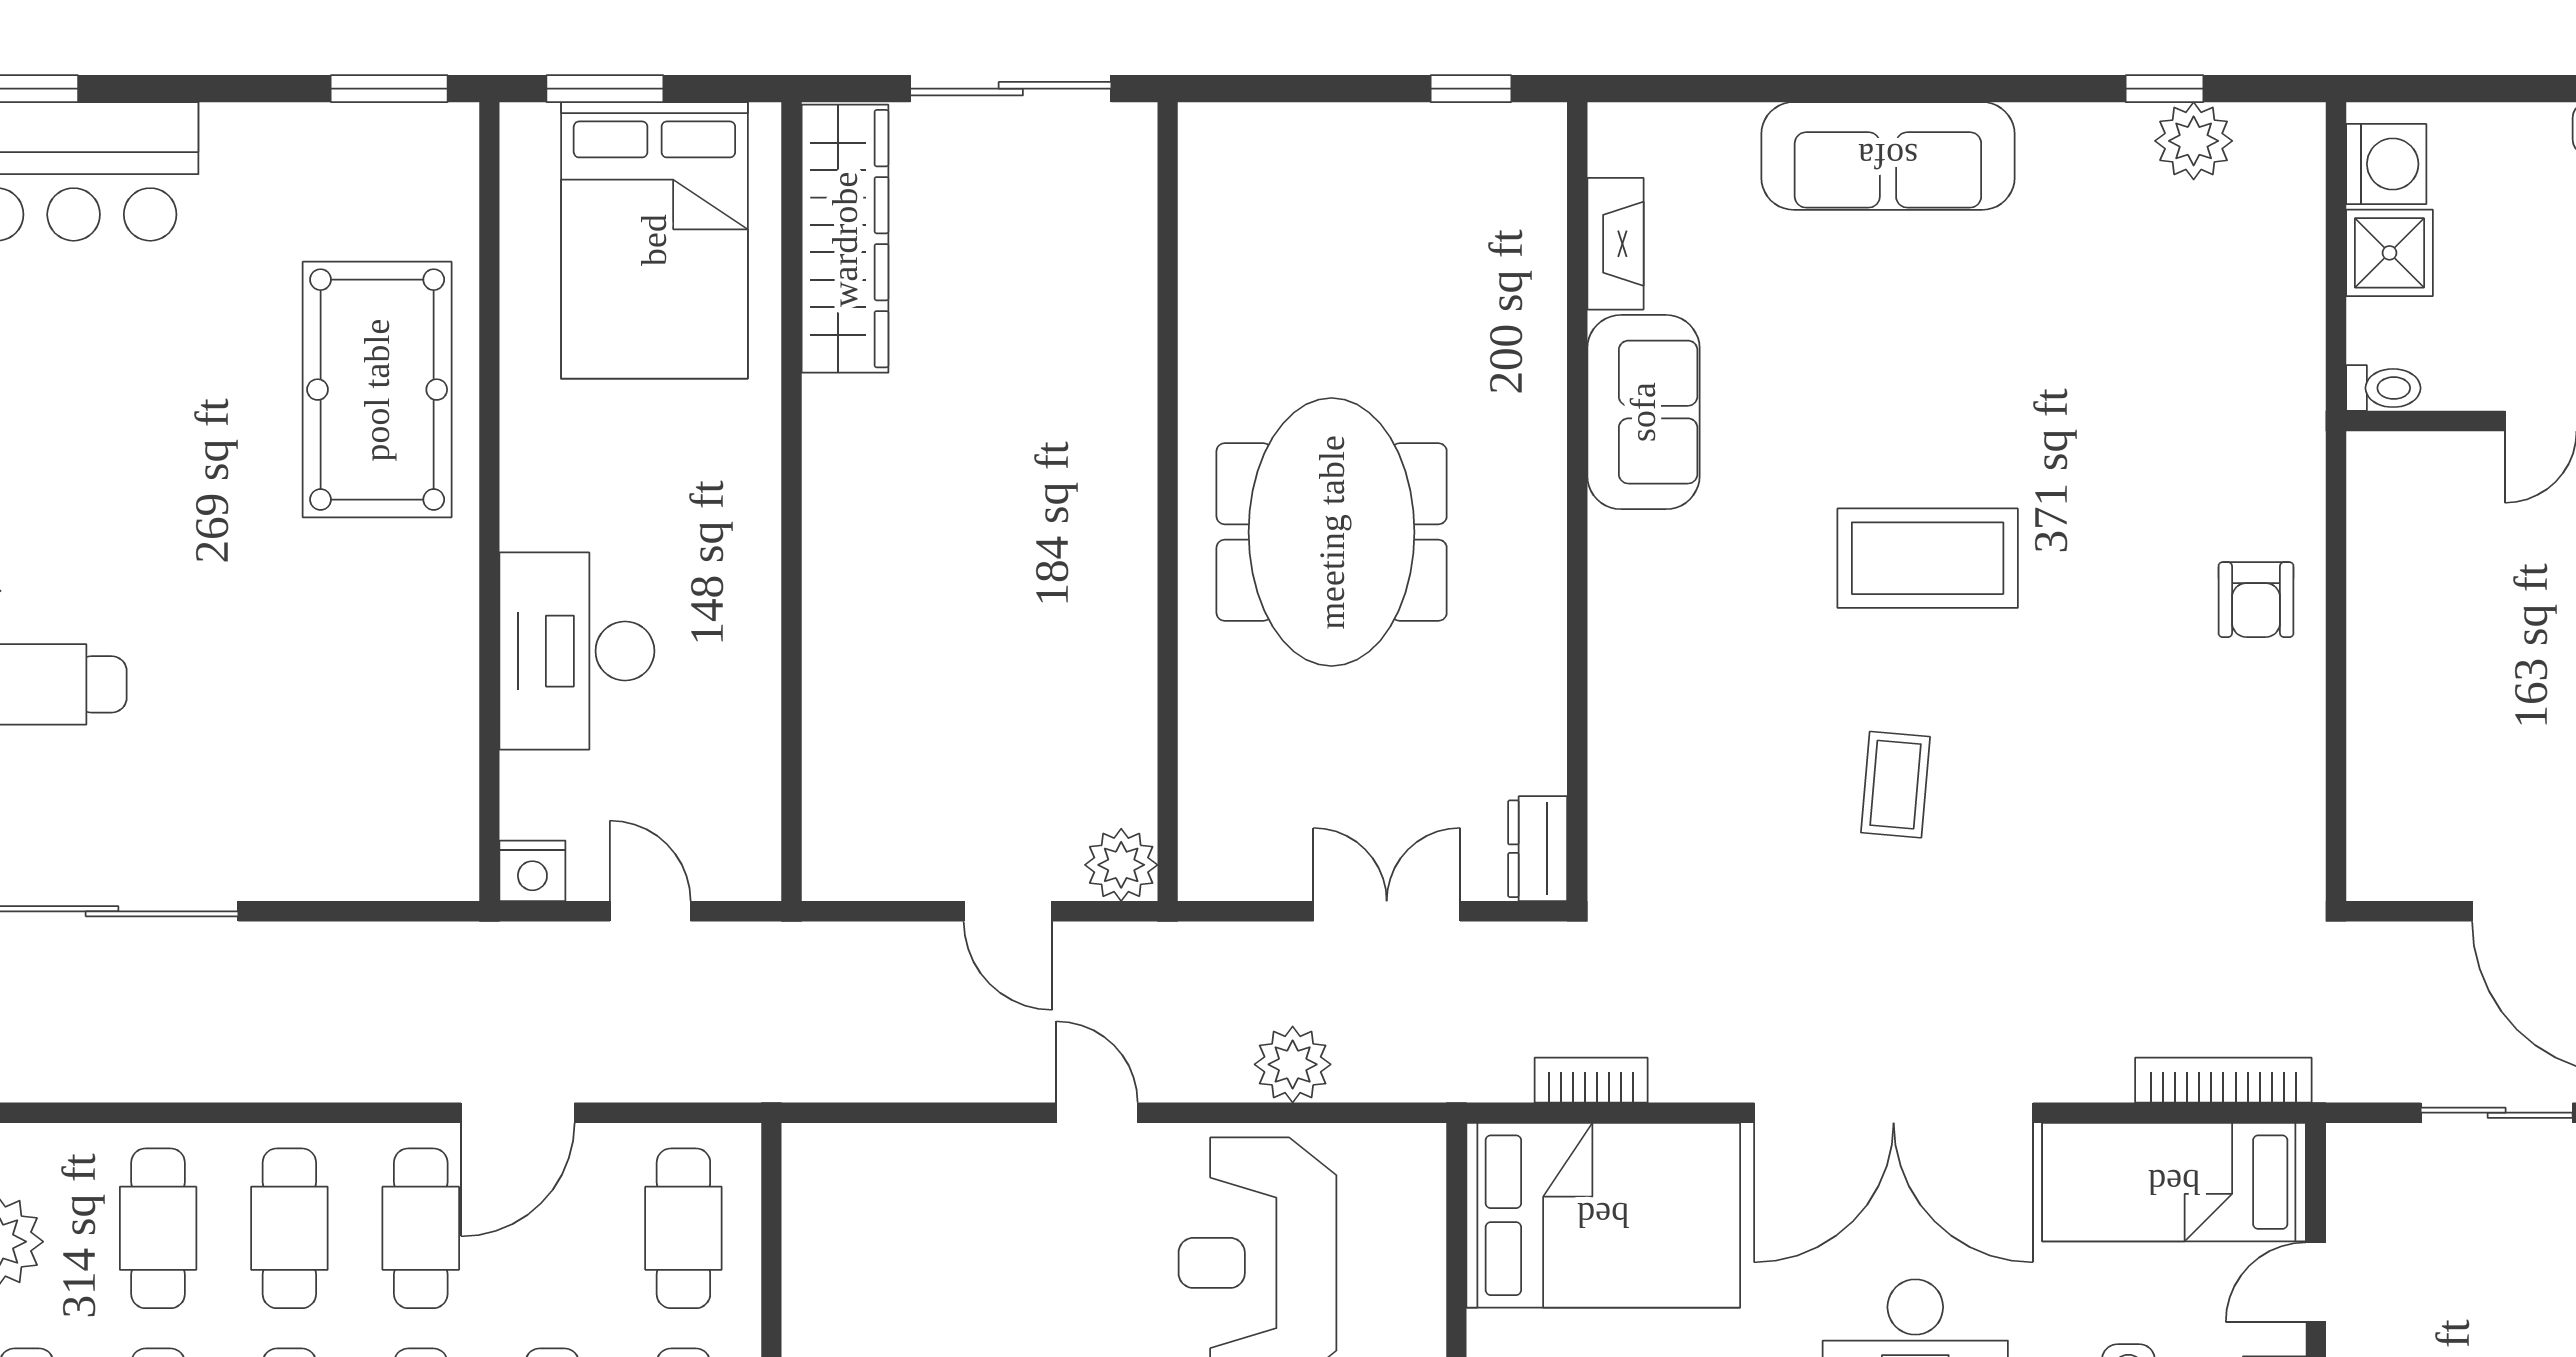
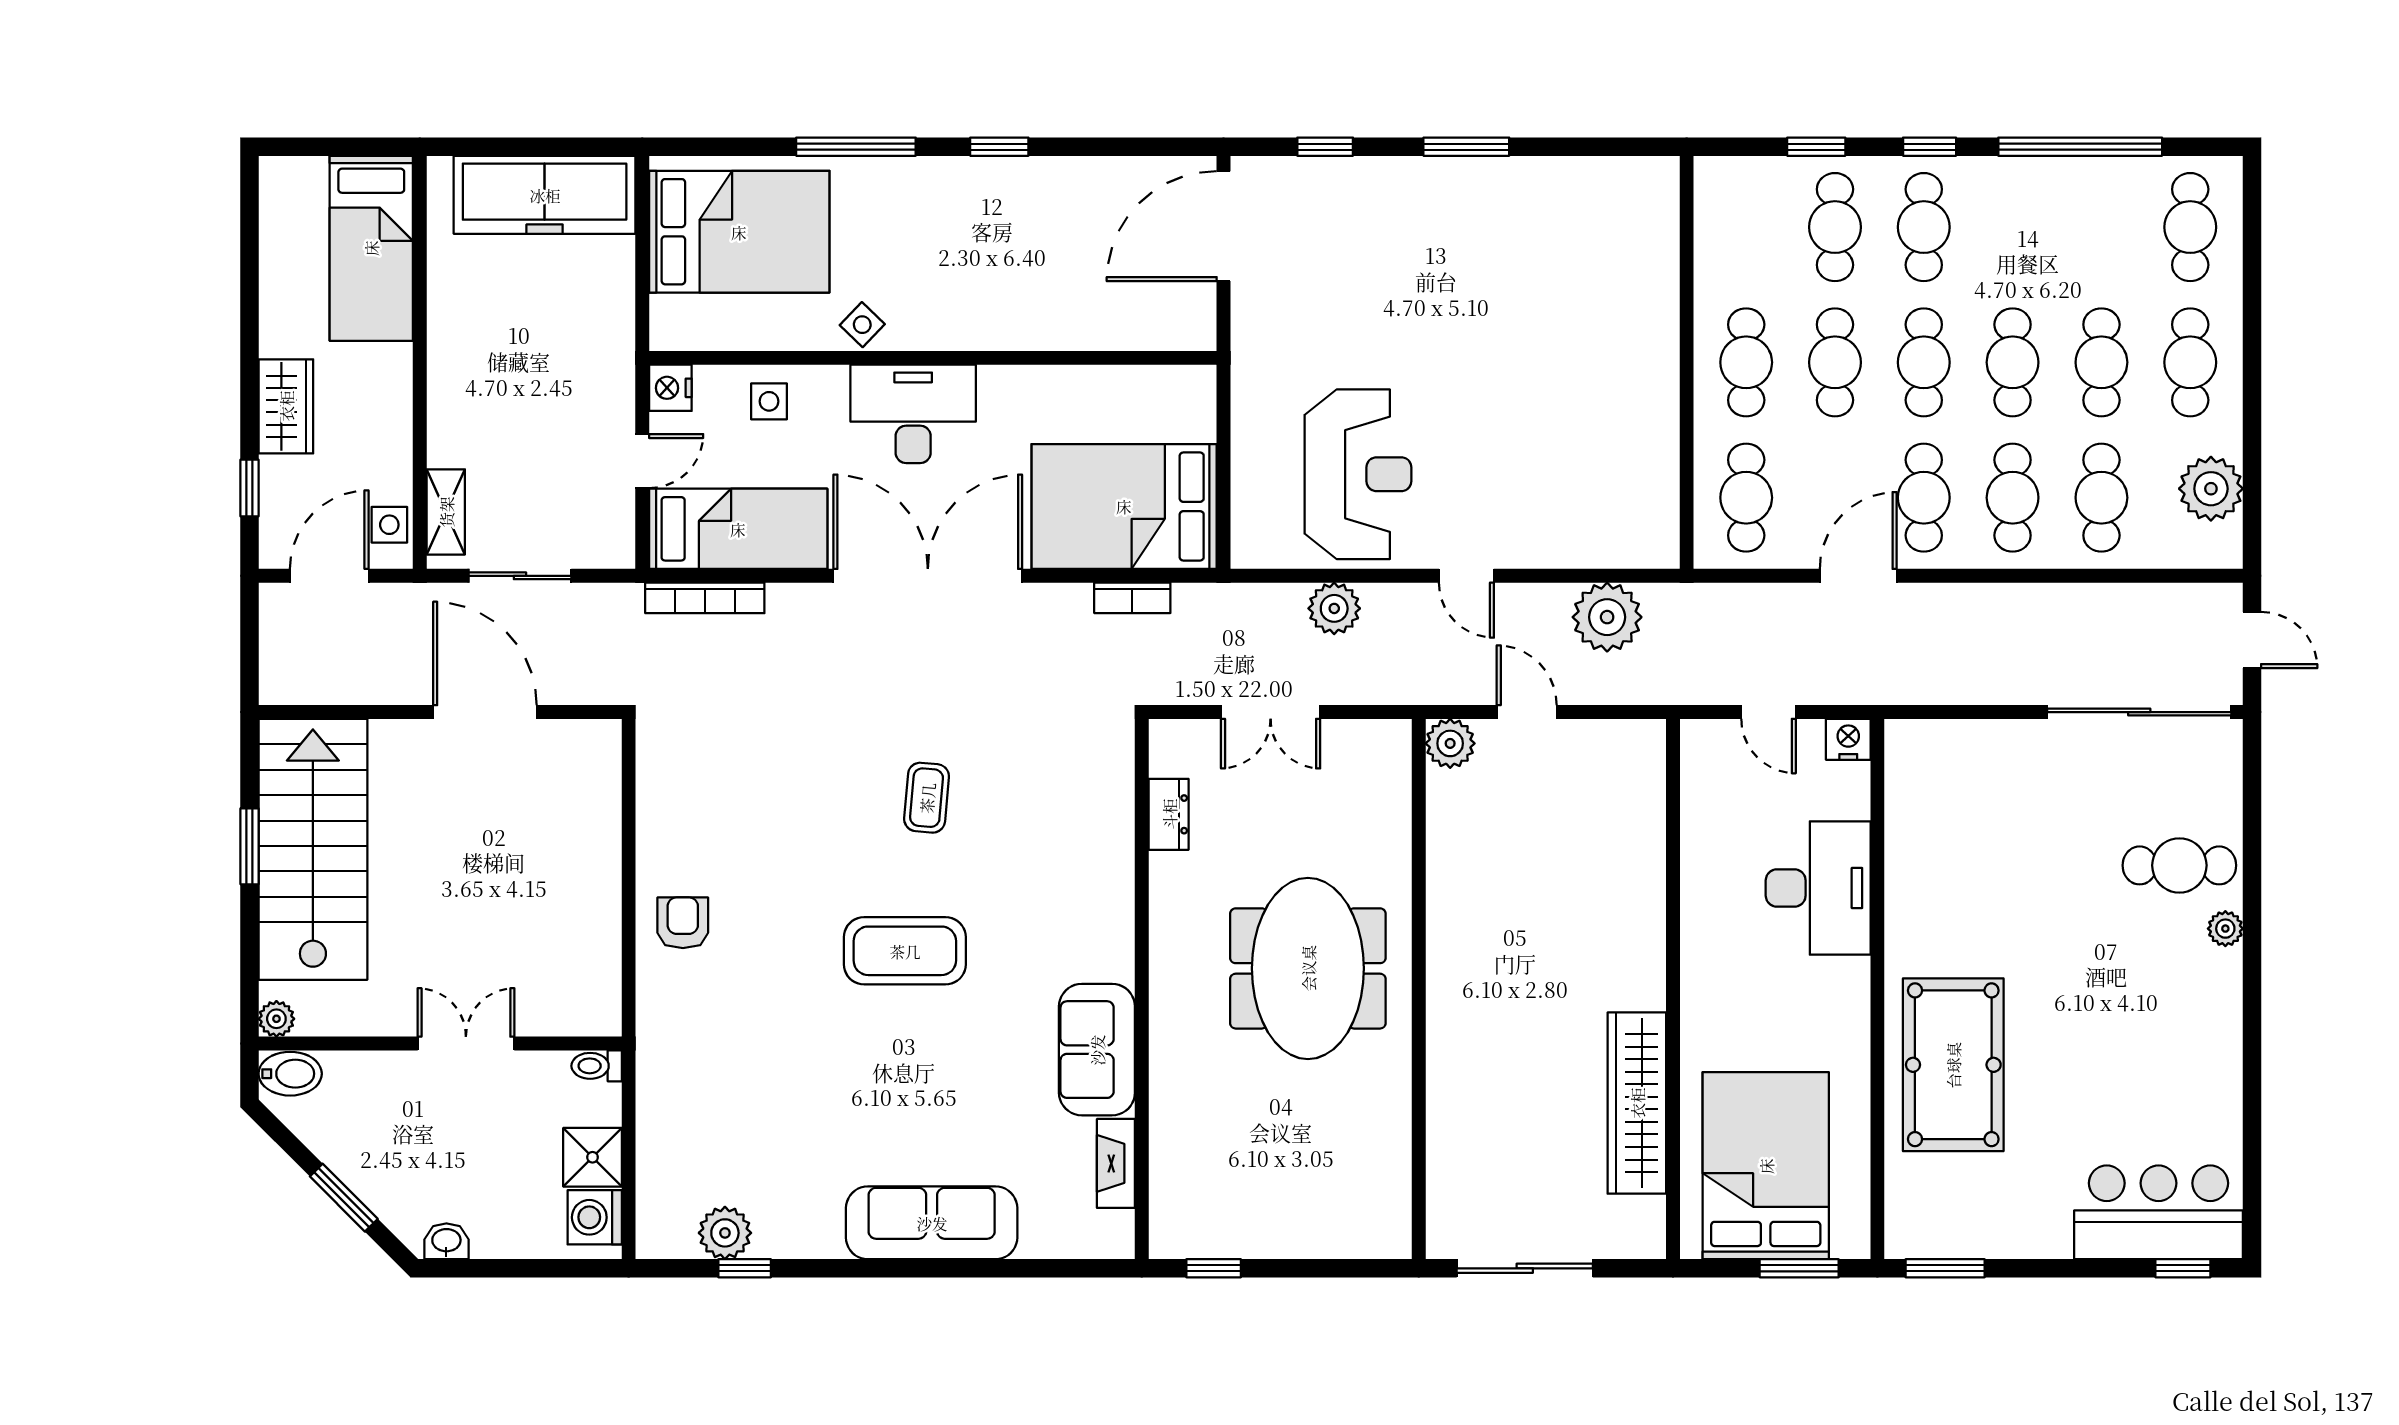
wardrobe: (845, 239) -> (1637, 1103), moved
dresser: (1538, 849) -> (1169, 814), moved
plant: (889, 1052) -> (1607, 617), added

